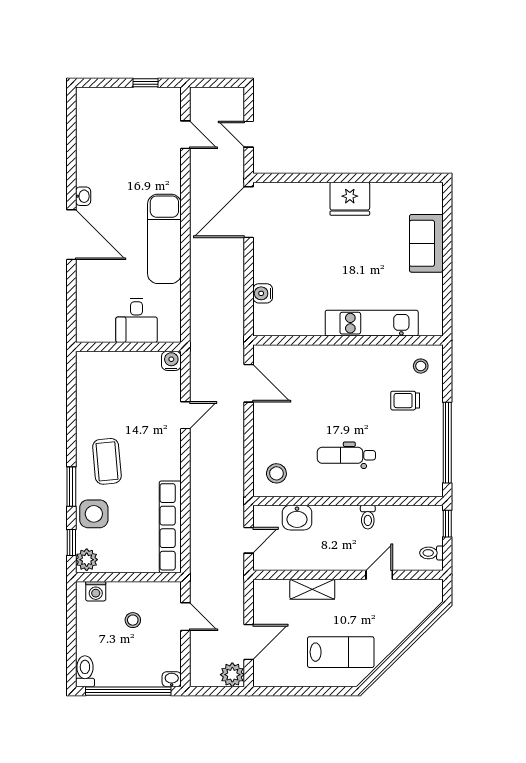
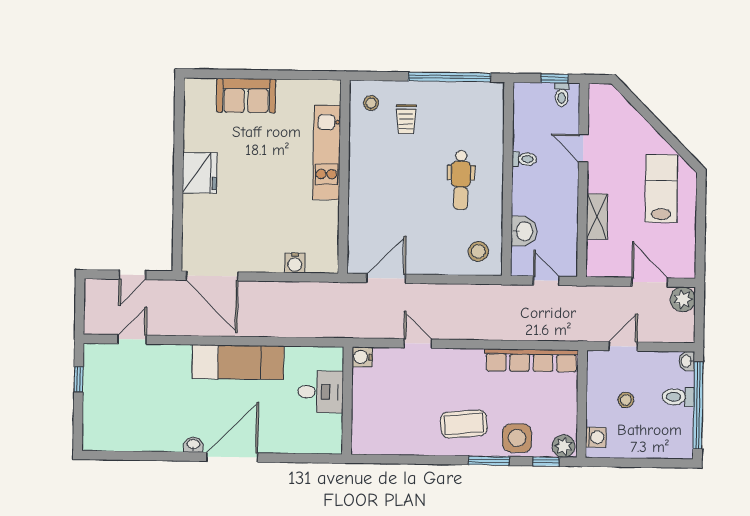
window: (447, 524) -> (555, 78), moved
toilet: (85, 671) -> (678, 397), moved

